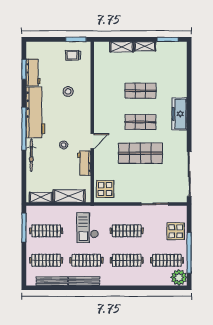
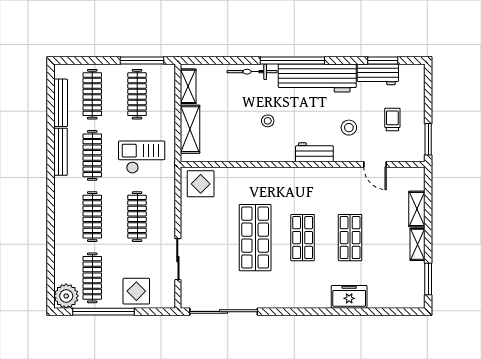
trolley: (73, 55) -> (392, 119), moved
freezer: (179, 114) -> (349, 297), moved, width x0.71
door: (92, 141) -> (375, 164), moved
workbench: (84, 163) -> (314, 152), moved

